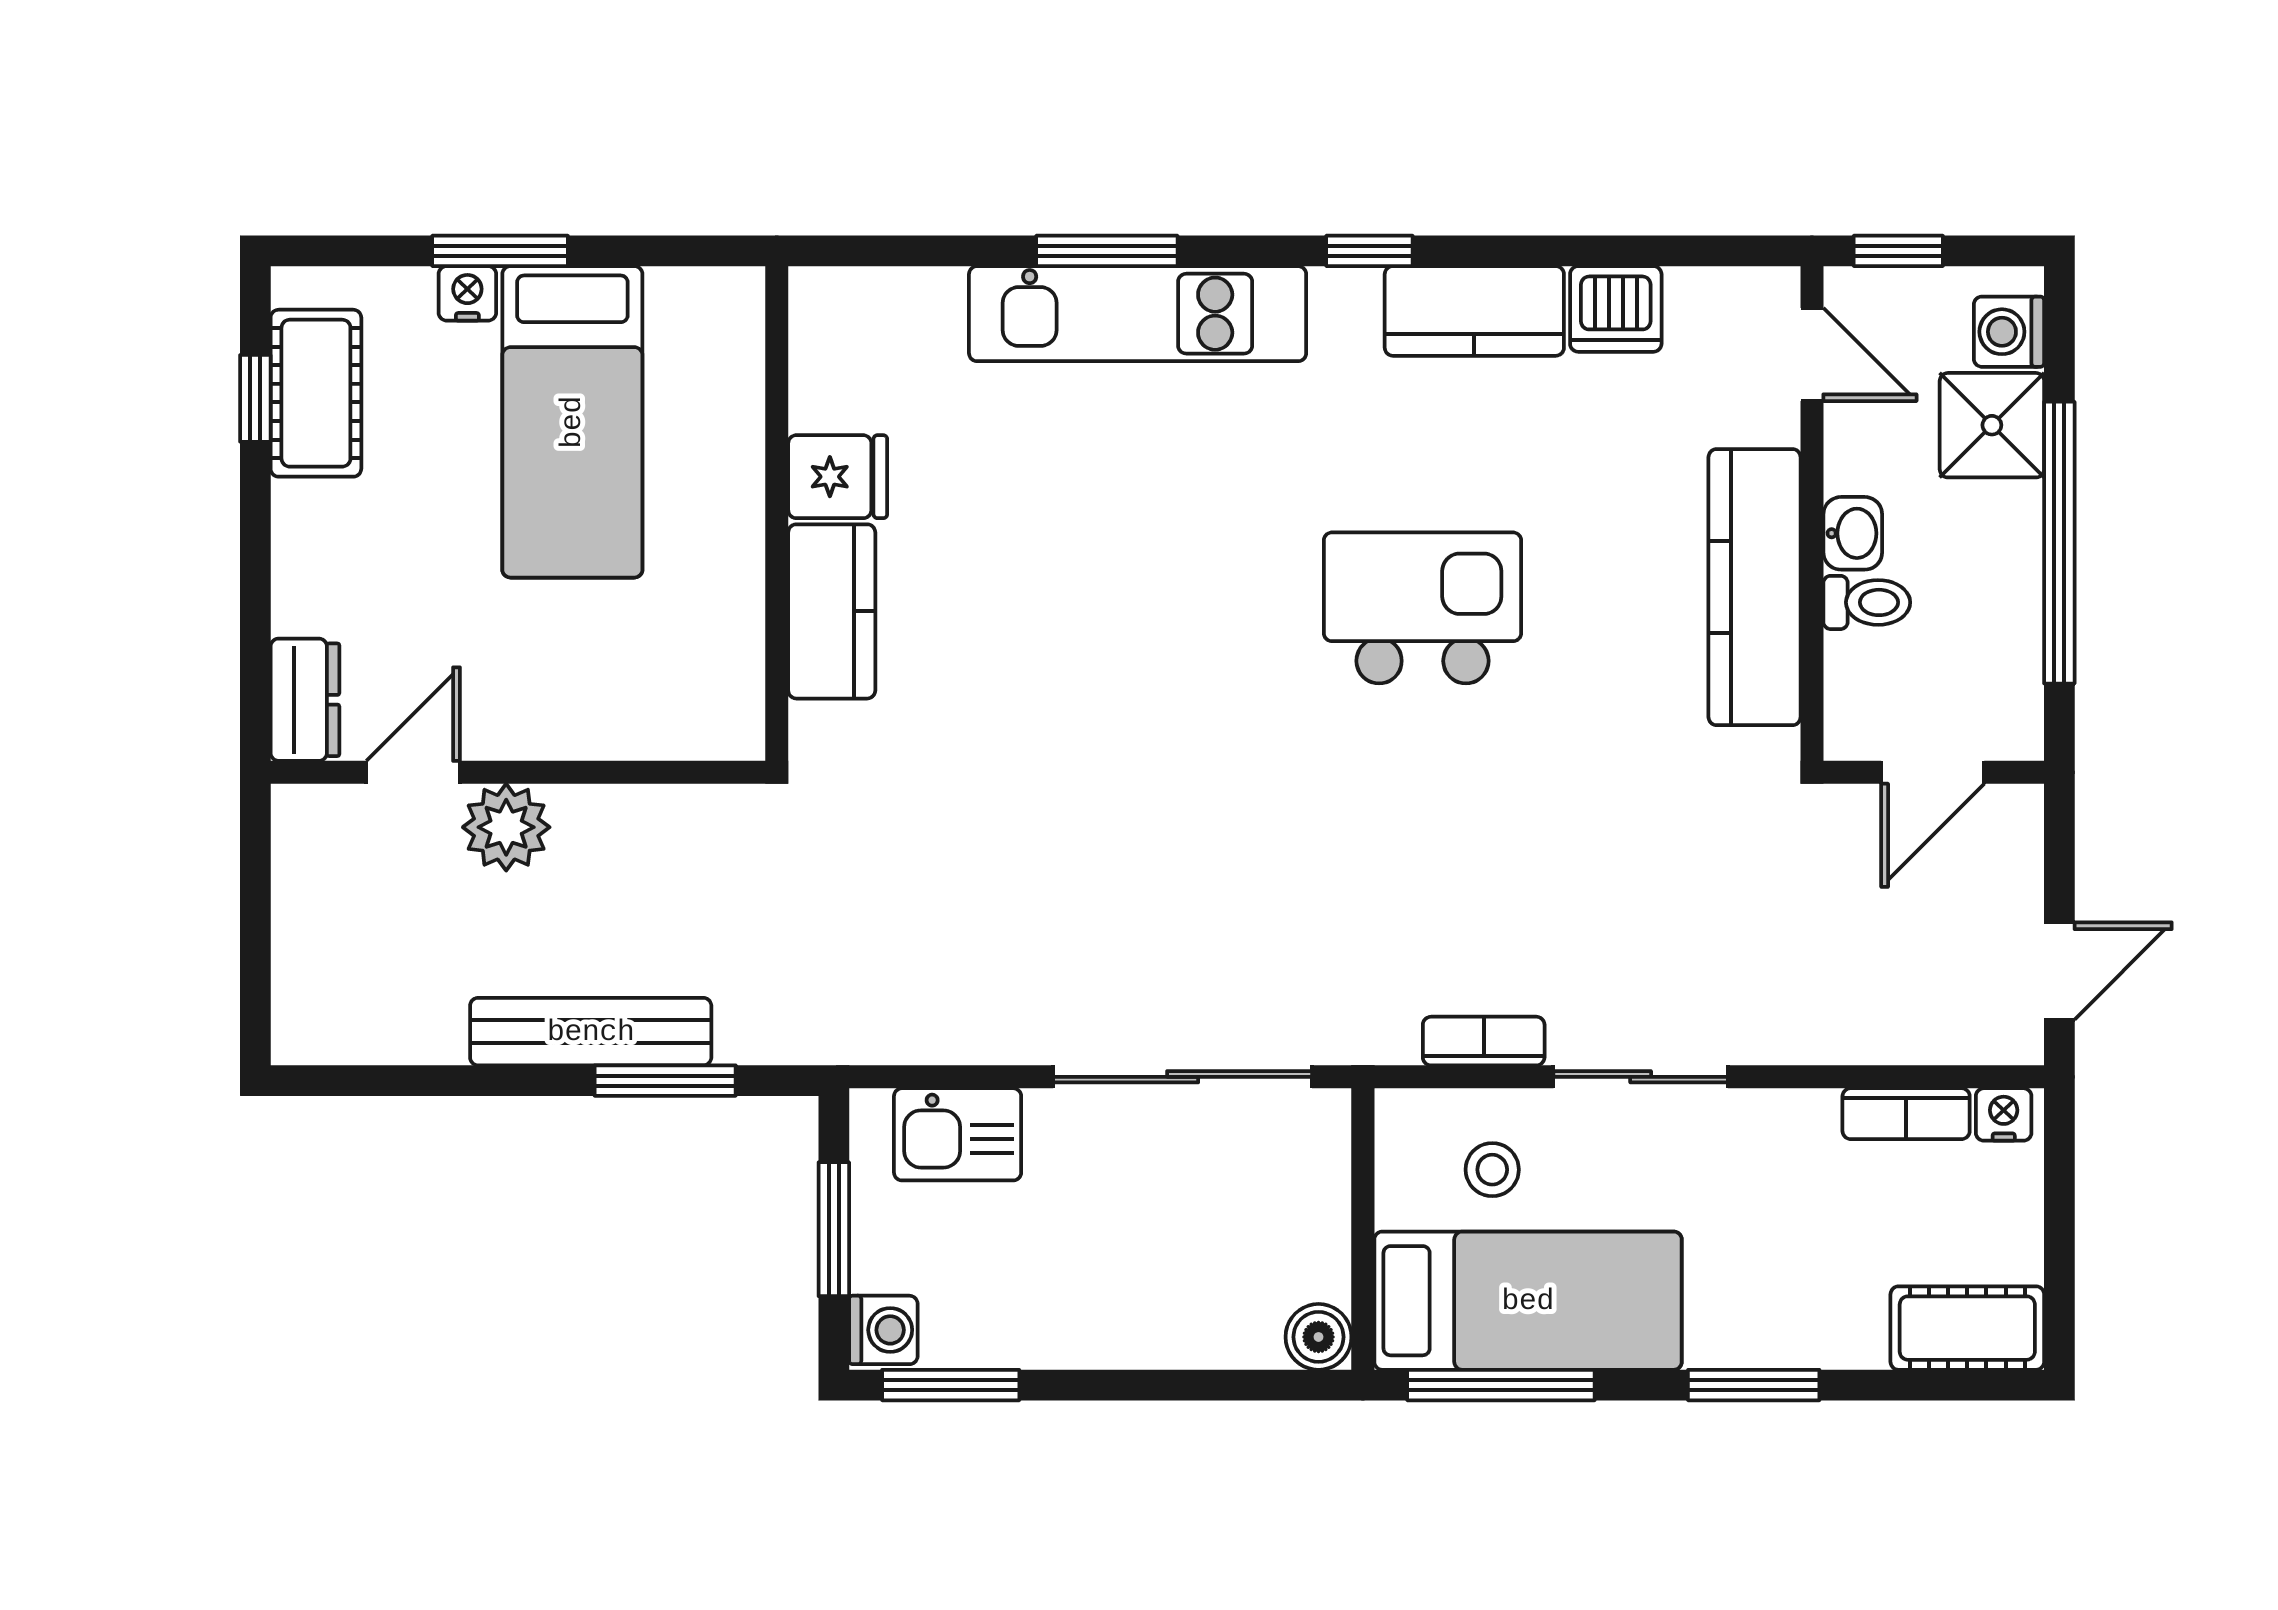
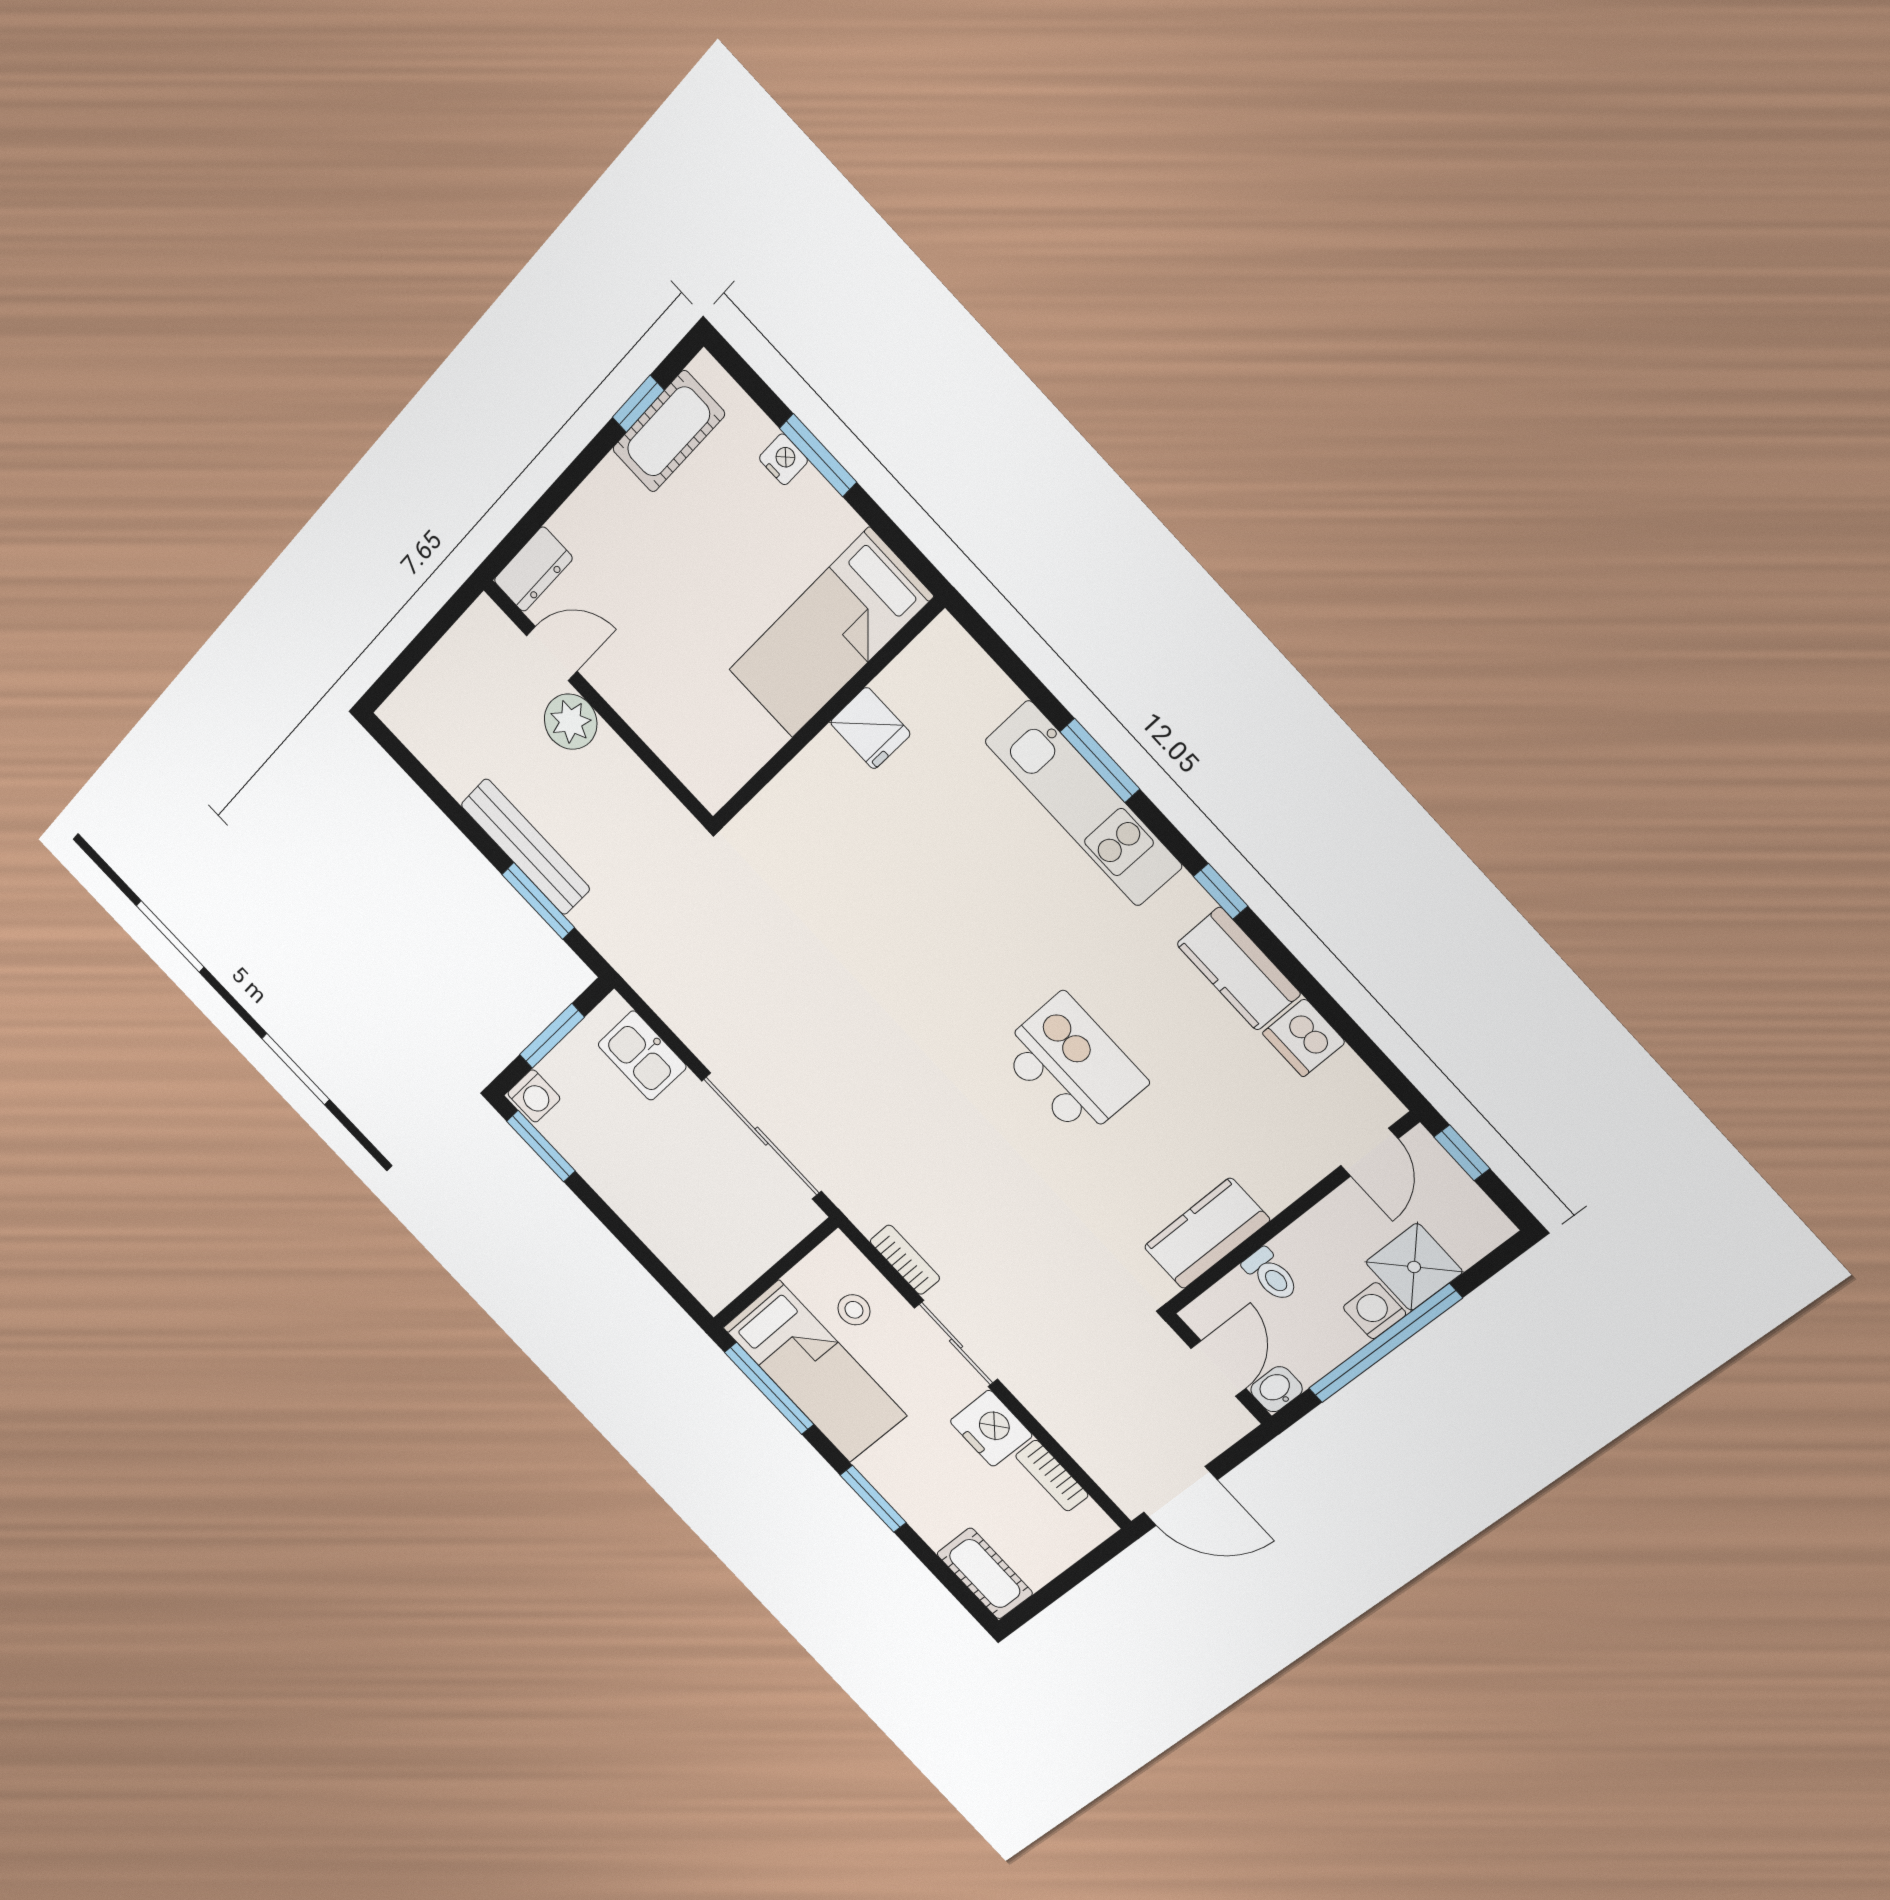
washing machine: (2009, 332) -> (1375, 1311), moved
bed: (572, 422) -> (830, 633), moved
washbasin: (1853, 533) -> (1276, 1389), moved, turned 180
kitchen counter: (1755, 587) -> (1207, 1233), width x0.67
kitchen counter: (832, 611) -> (807, 784), removed
door: (1933, 772) -> (1218, 1368), swing flipped
door: (2059, 971) -> (1180, 1496), width x1.38
nightstand: (2004, 1114) -> (991, 1428), moved, width x1.89, depth x1.79
boiler: (1319, 1337) -> (713, 1292), removed

